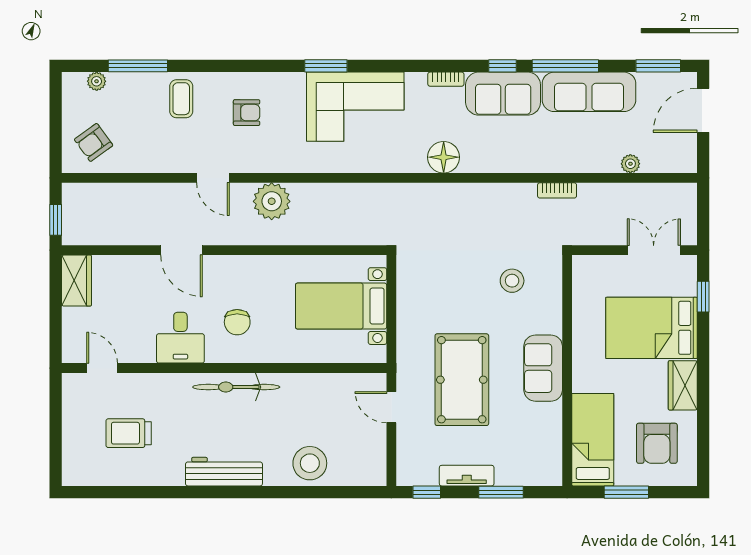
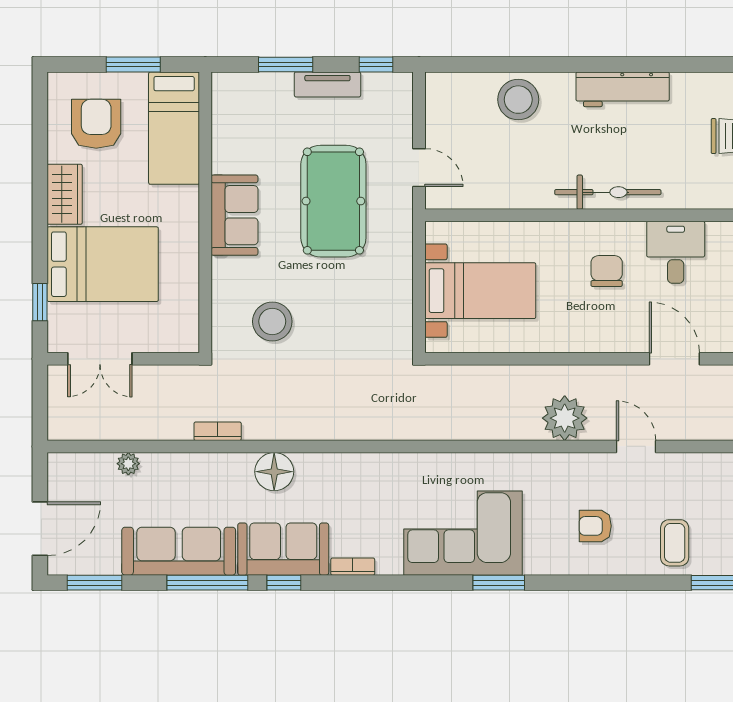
floor lamp: (444, 157) -> (274, 472), moved
stool: (512, 281) -> (272, 321), width x1.38, depth x1.38

